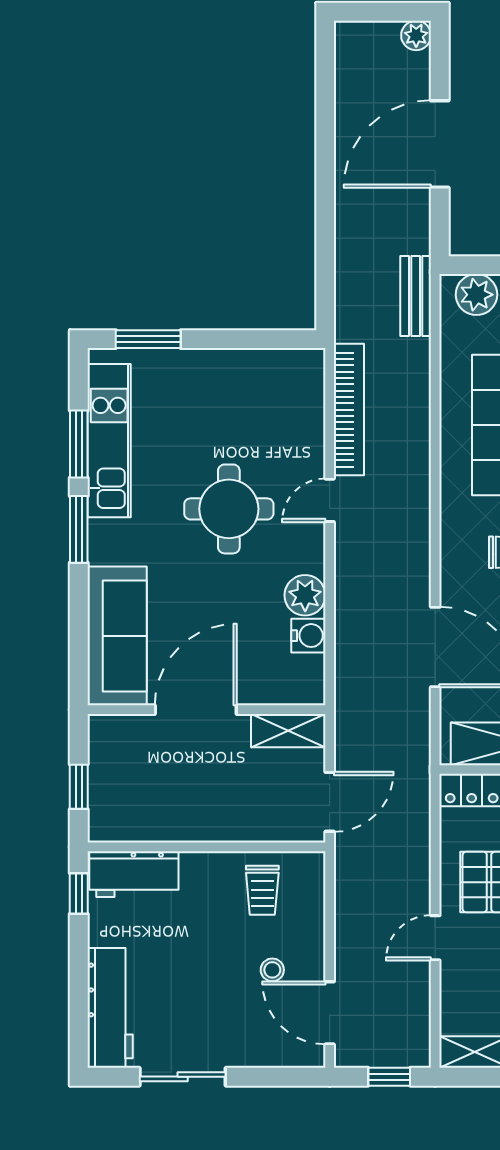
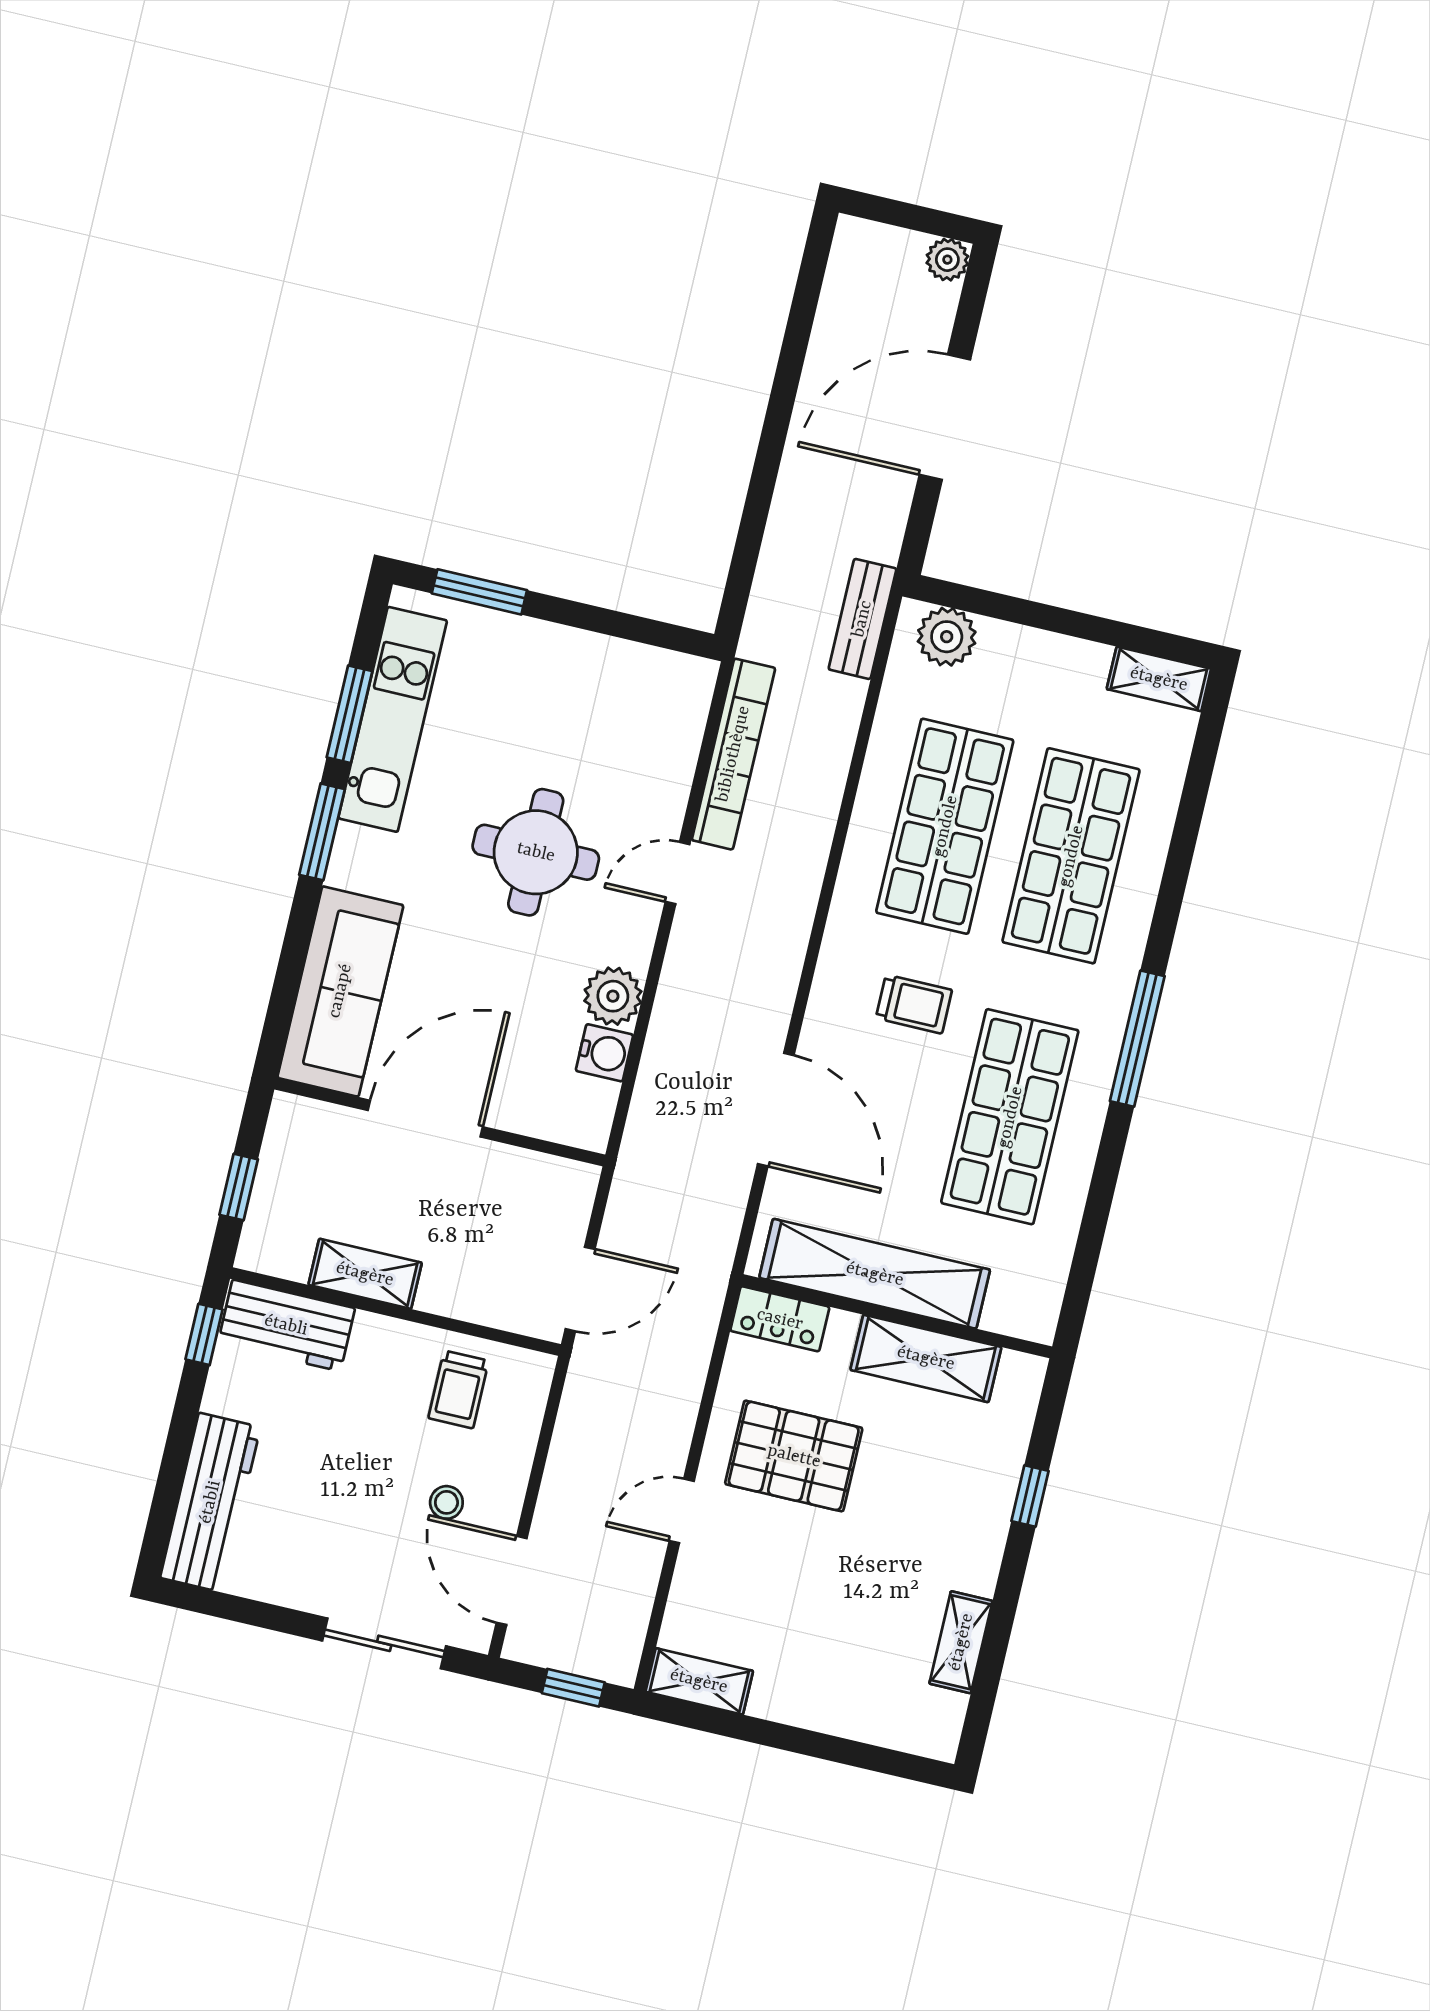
shelving: (288, 731) -> (365, 1274), moved
sliding door: (183, 1077) -> (384, 1643), moved

